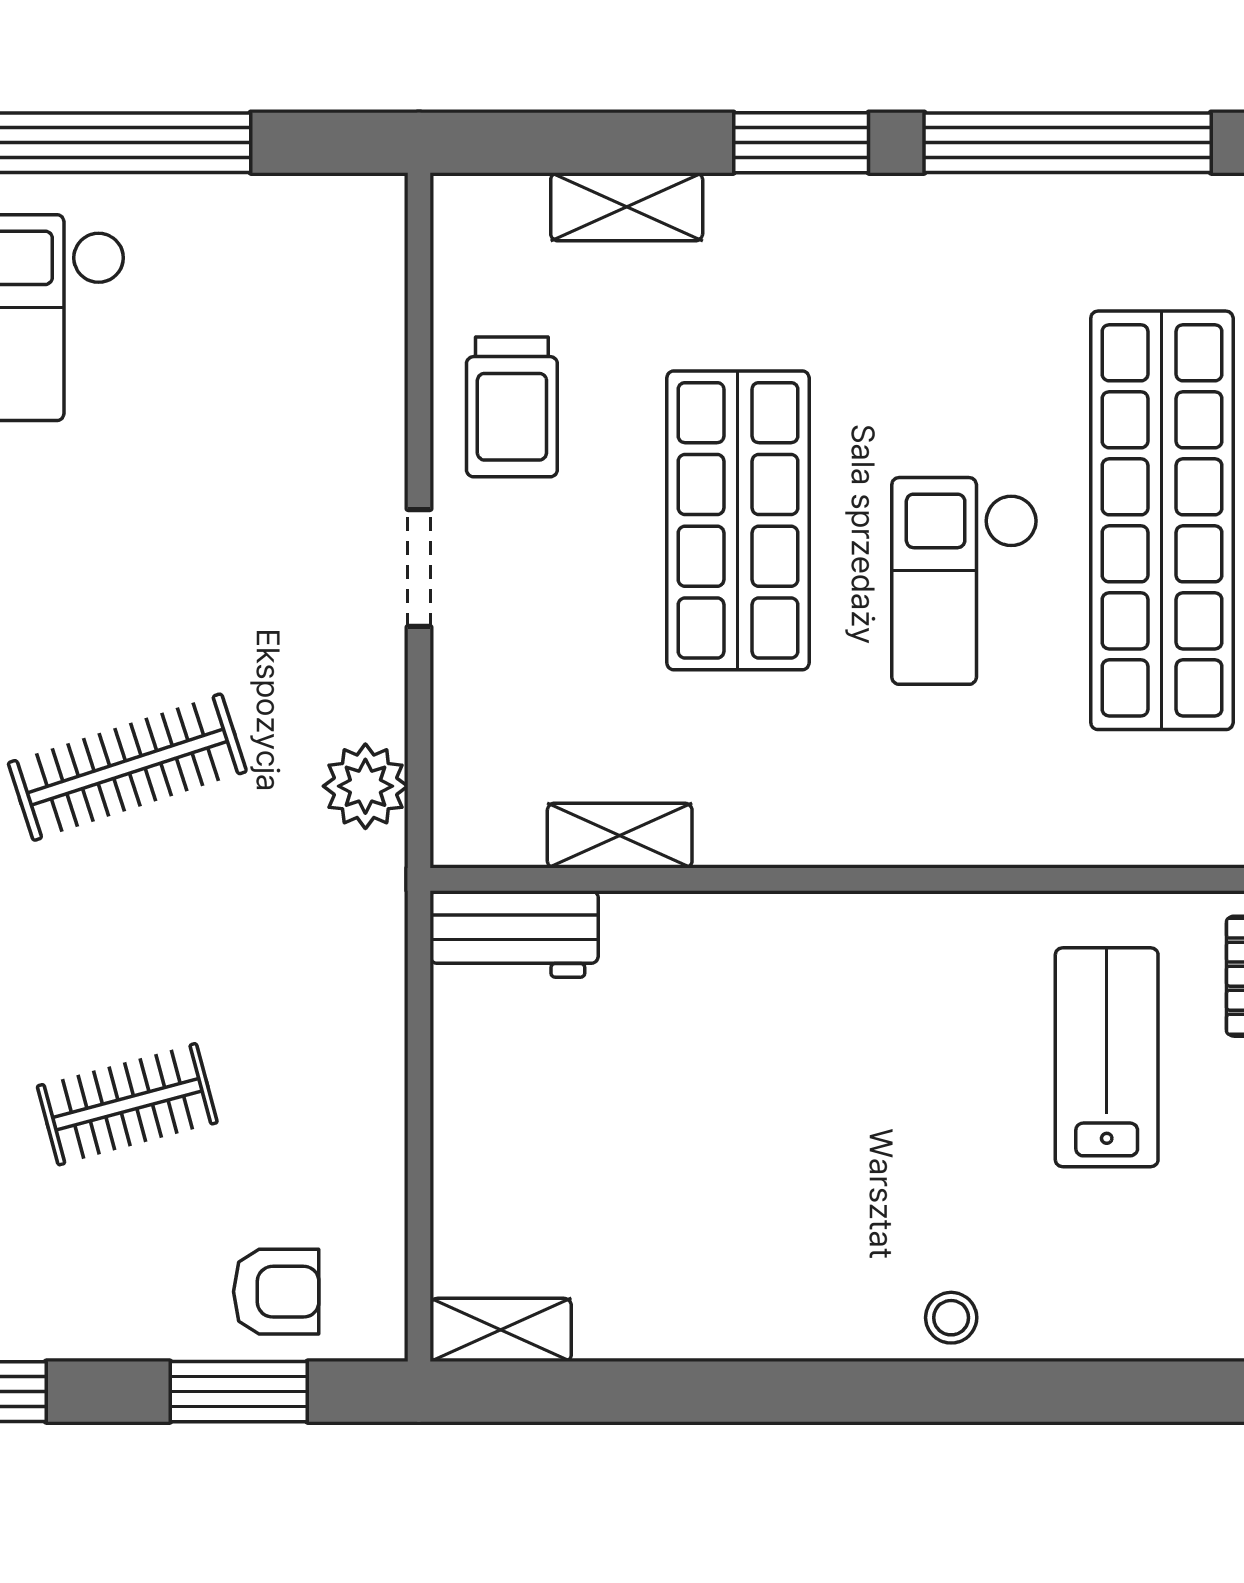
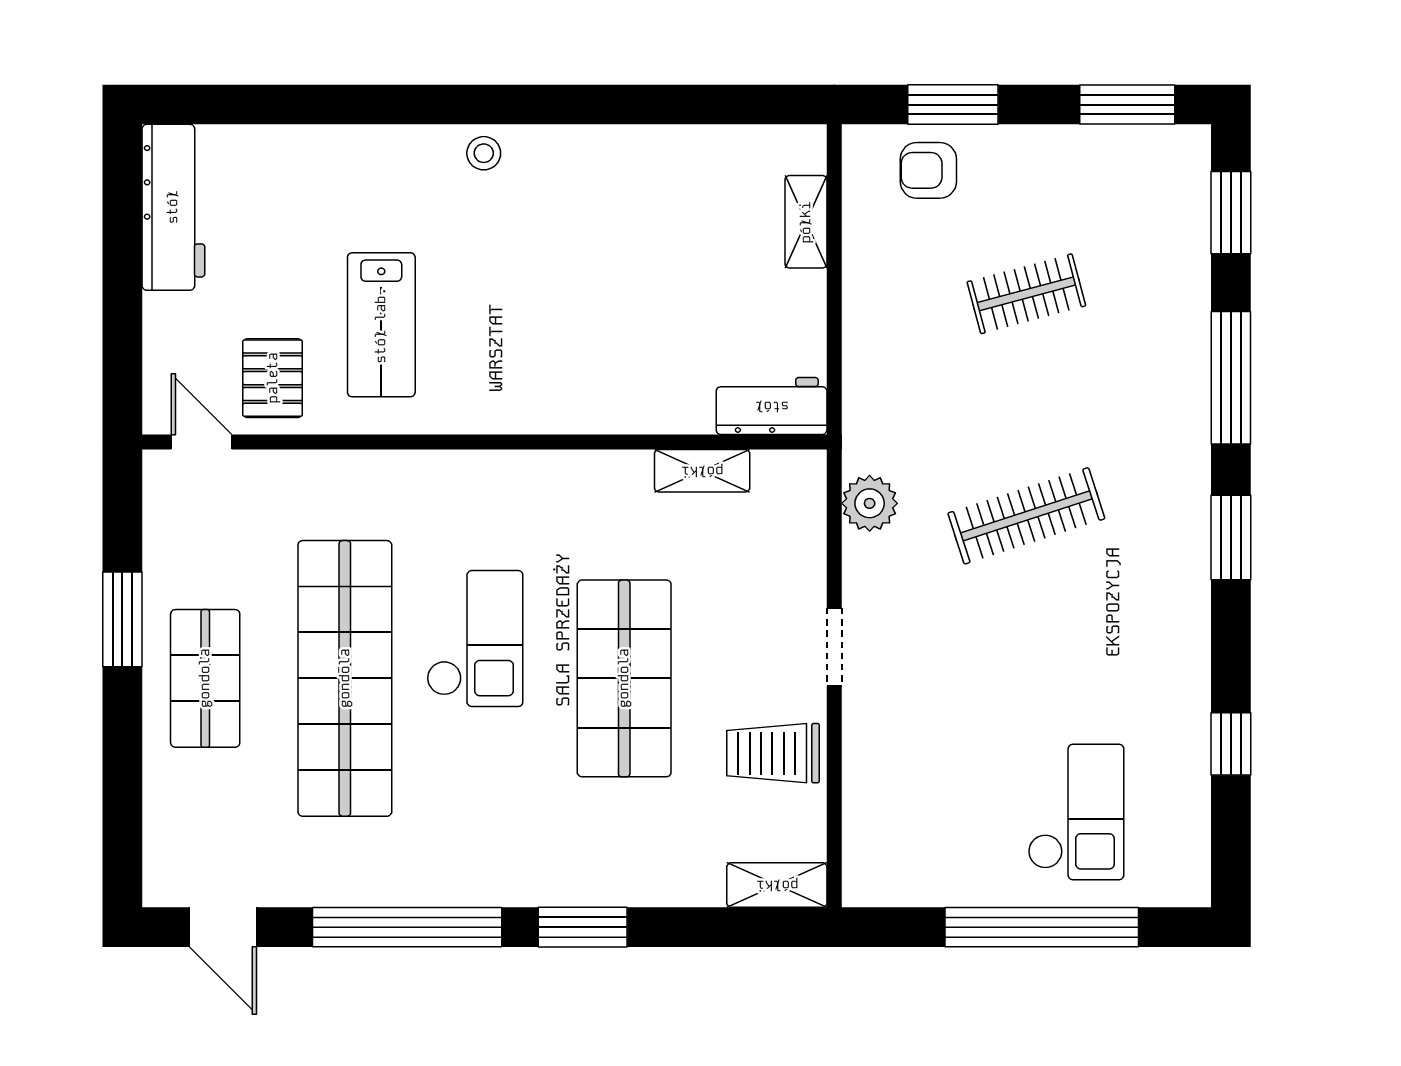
shelving: (627, 207) -> (777, 885), moved
trolley: (512, 407) -> (773, 753), turned -90
shelving: (501, 1330) -> (806, 222), moved, turned 90

